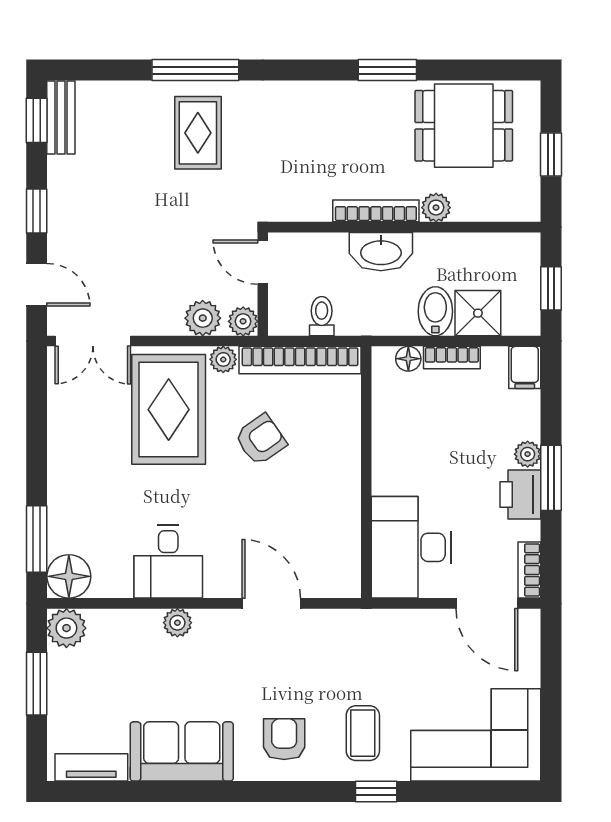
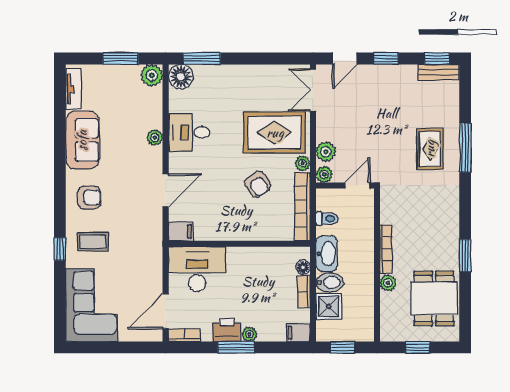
rug: (198, 133) -> (430, 149), turned 90
washbasin: (381, 252) -> (327, 254), moved, turned 180
filing cabinet: (345, 576) -> (181, 231), added

